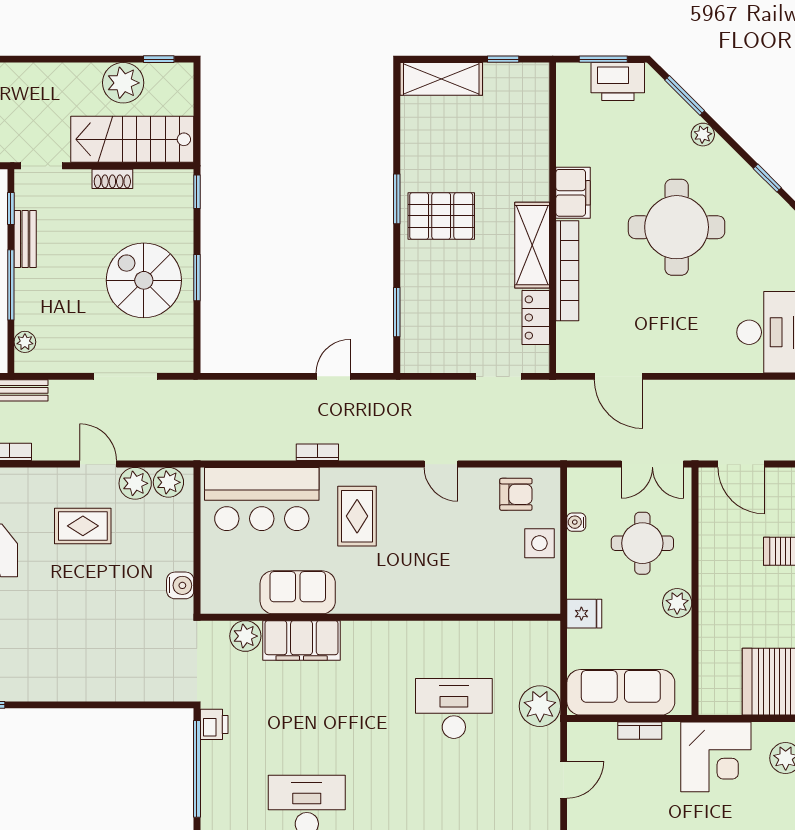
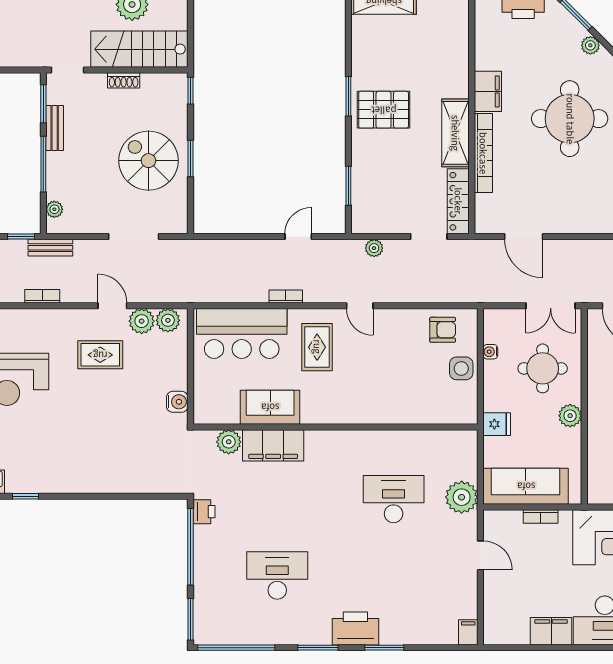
window: (11, 208) -> (43, 104), width x1.50
locker: (536, 317) -> (458, 201), width x1.53
plant: (429, 391) -> (374, 248), added
door: (441, 464) -> (360, 306), moved
door: (564, 780) -> (480, 555), hinge flipped

